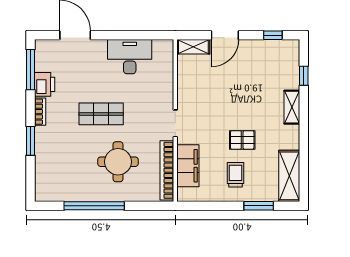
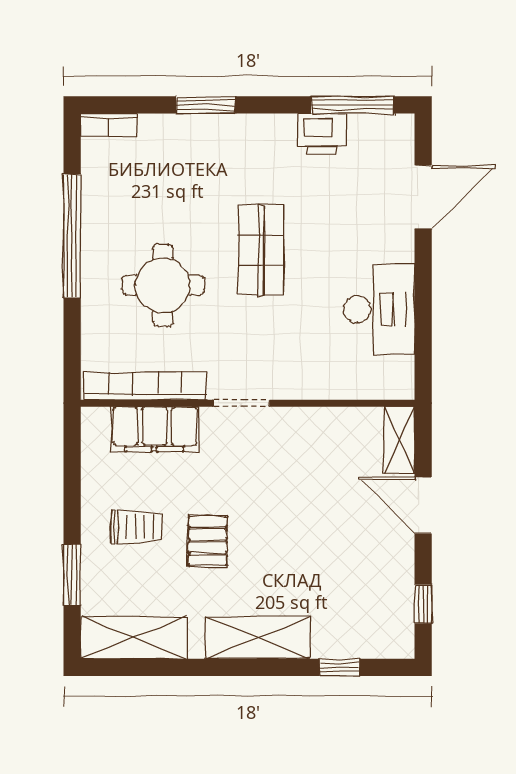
shelving: (292, 107) -> (258, 638), width x1.50, depth x1.33
bookcase: (40, 112) -> (109, 125), moved

